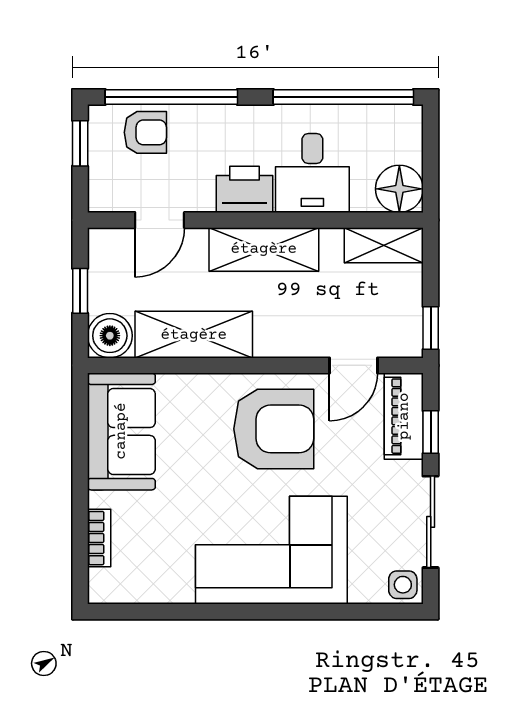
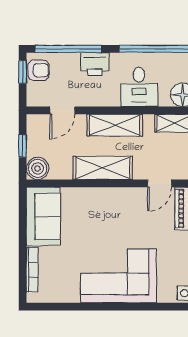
armchair: (145, 132) -> (38, 70), moved
printer: (245, 189) -> (95, 64), moved, turned 180
shelving: (194, 335) -> (103, 168), moved
armchair: (274, 429) -> (120, 215), removed
bookcase: (99, 538) -> (32, 270), width x1.56

